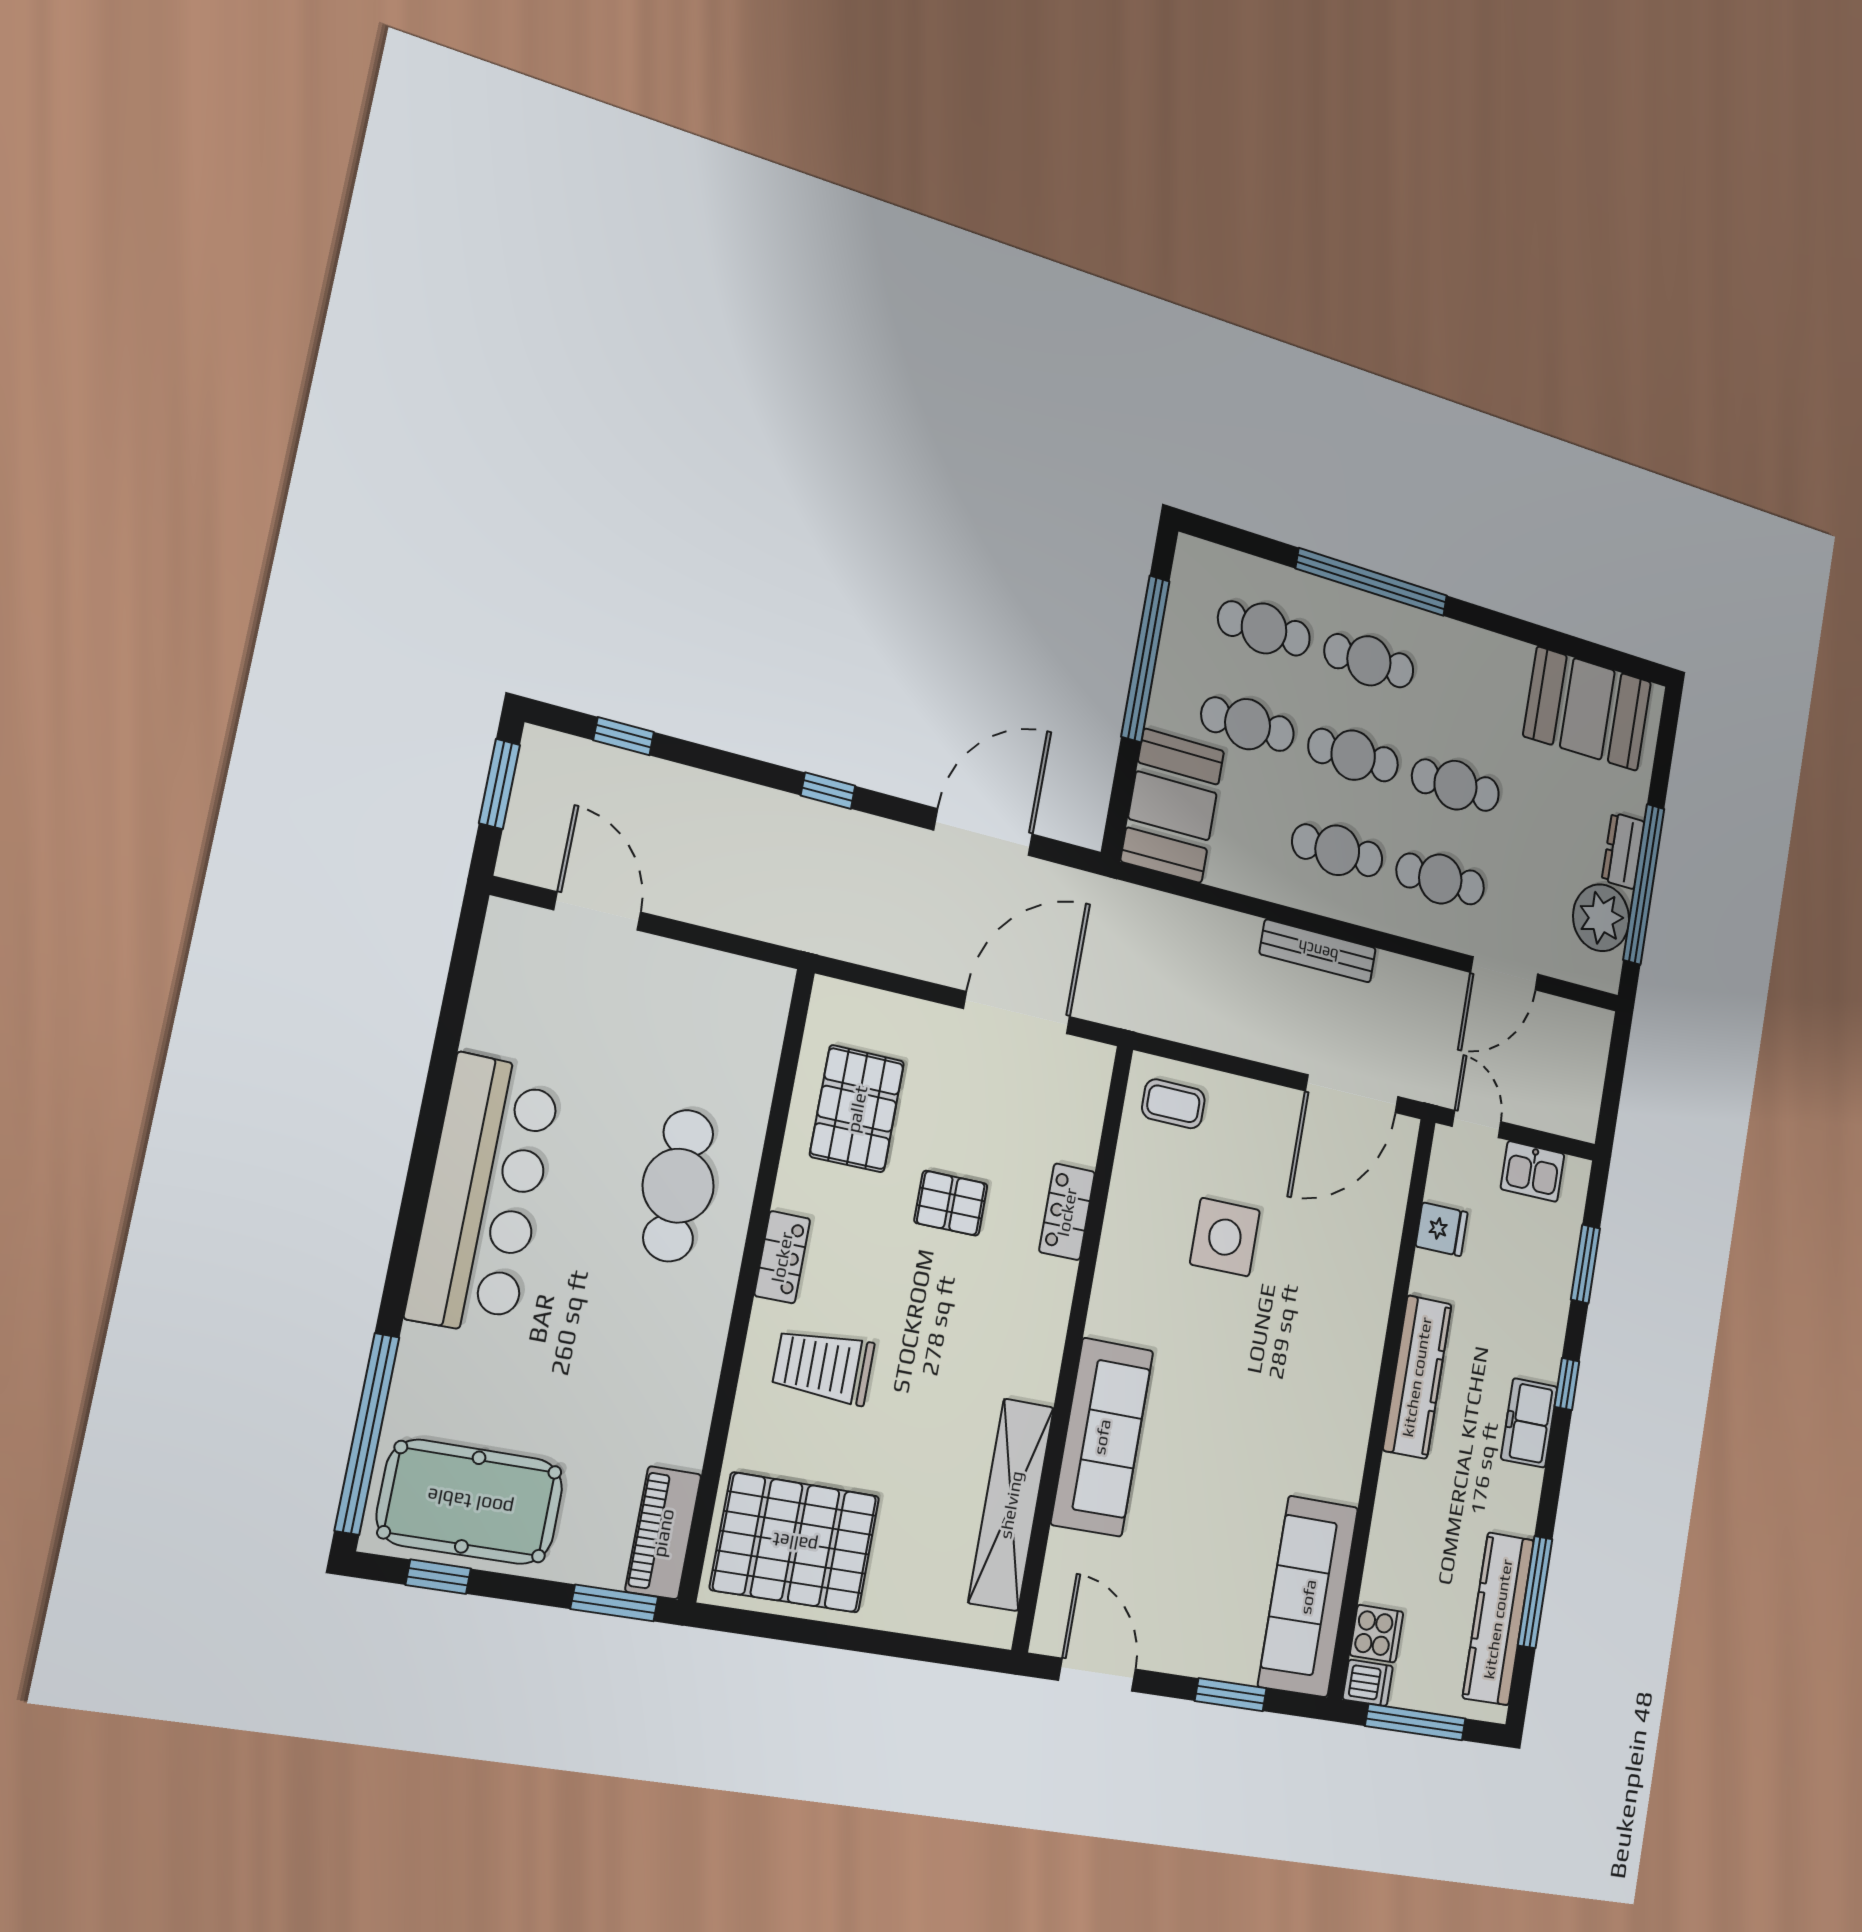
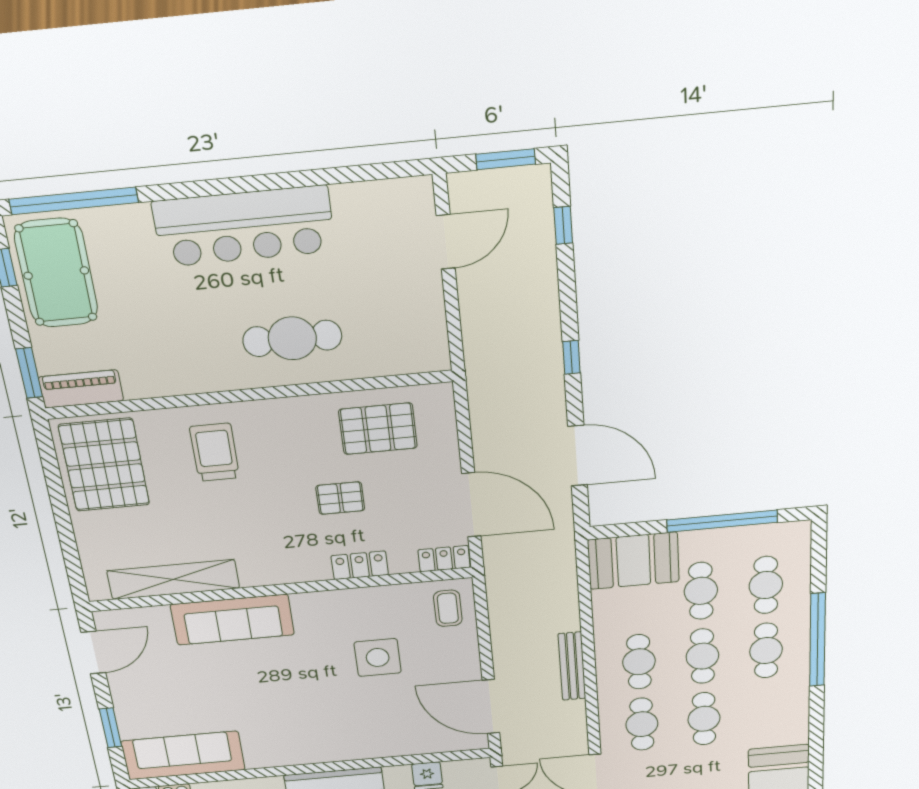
pallet: (951, 1203) -> (340, 498), turned 90
locker: (782, 1257) -> (444, 559), moved, turned 180

